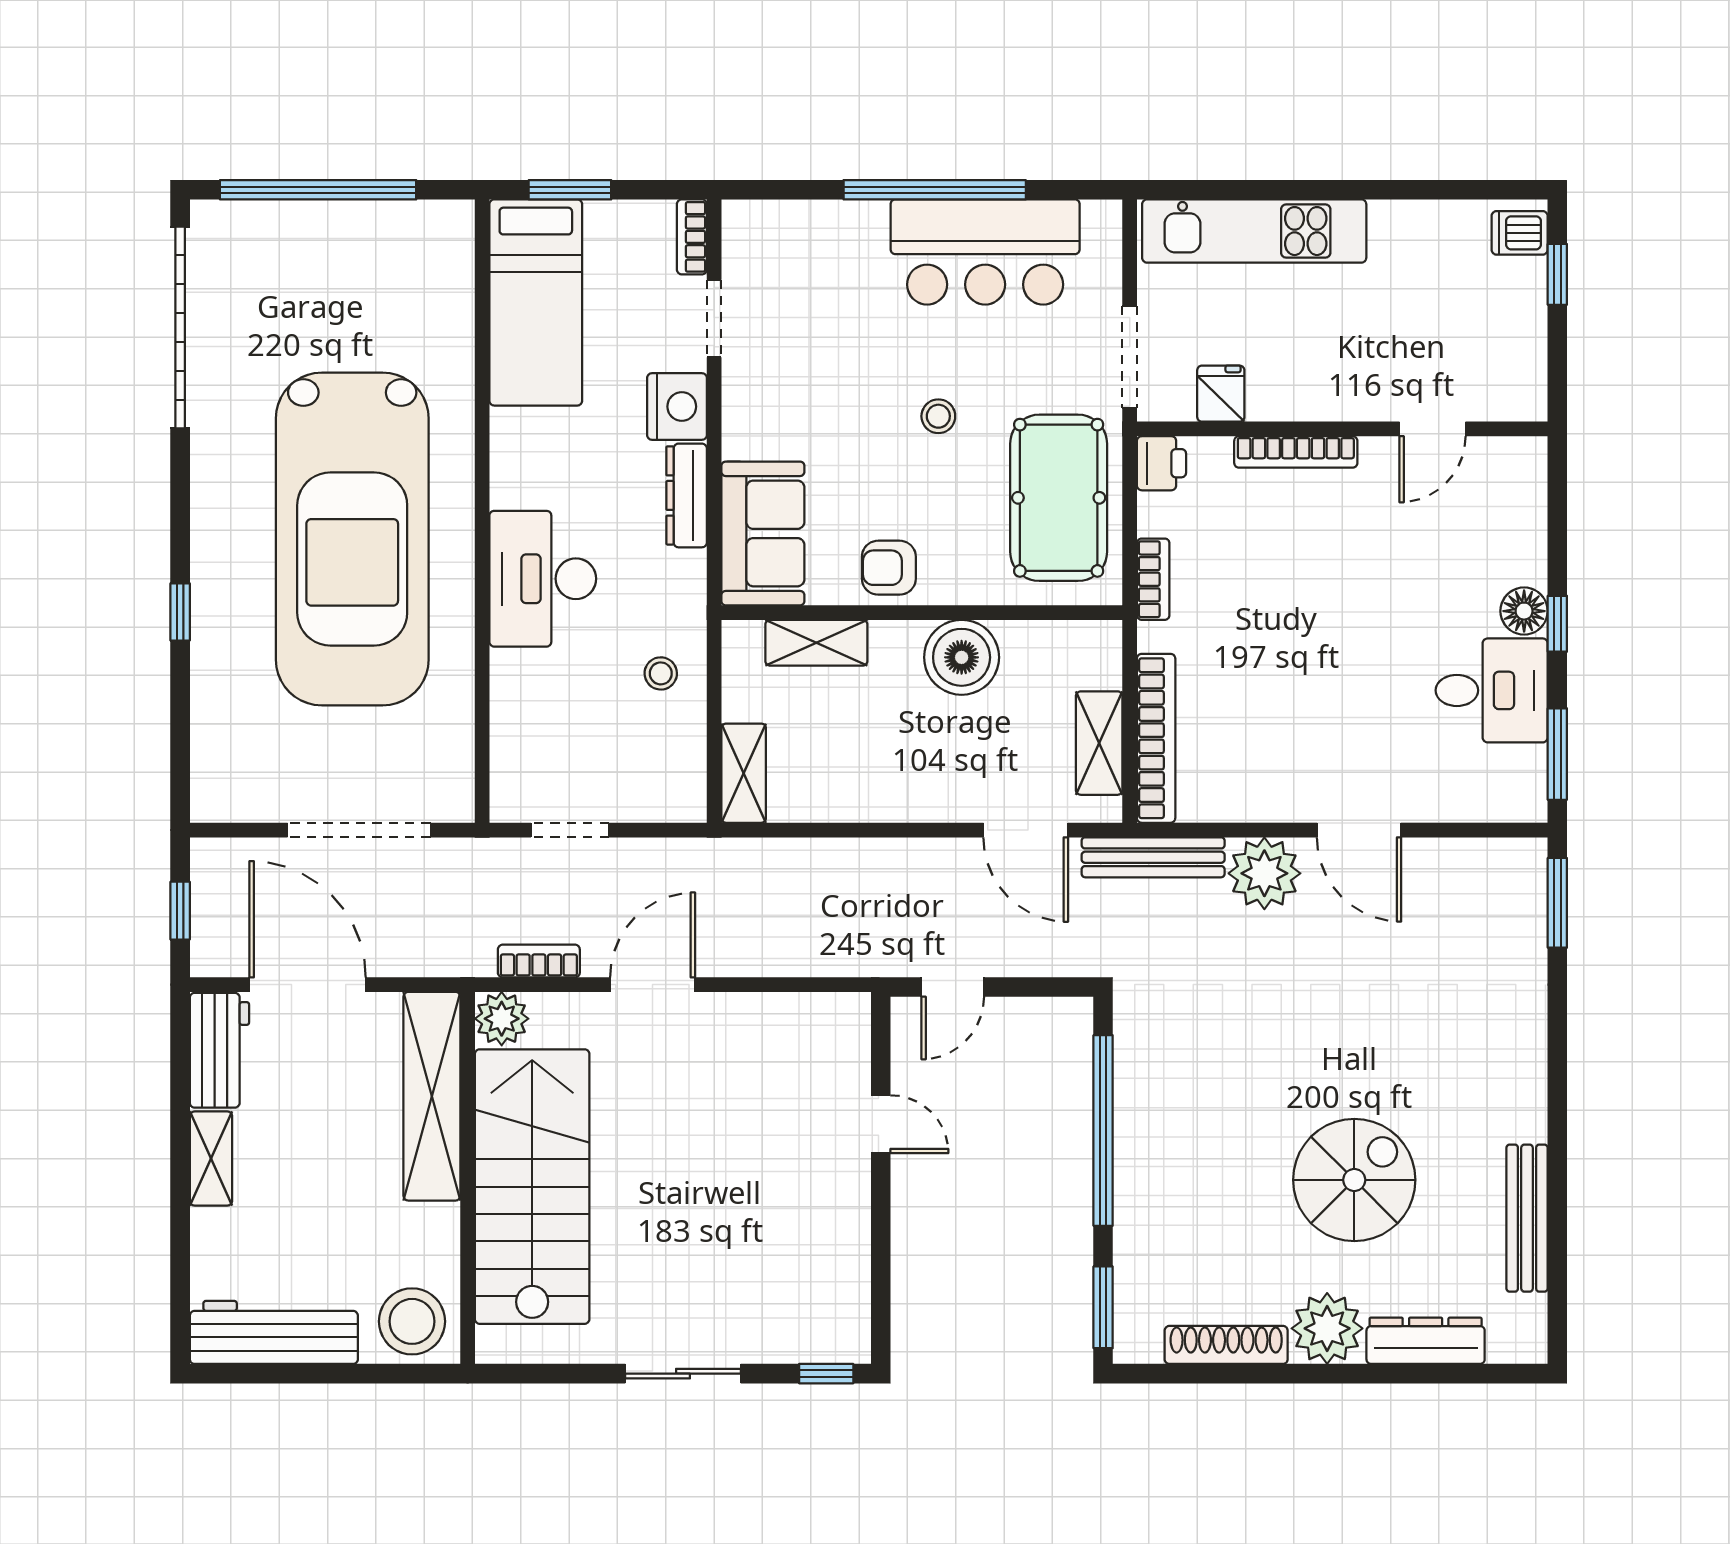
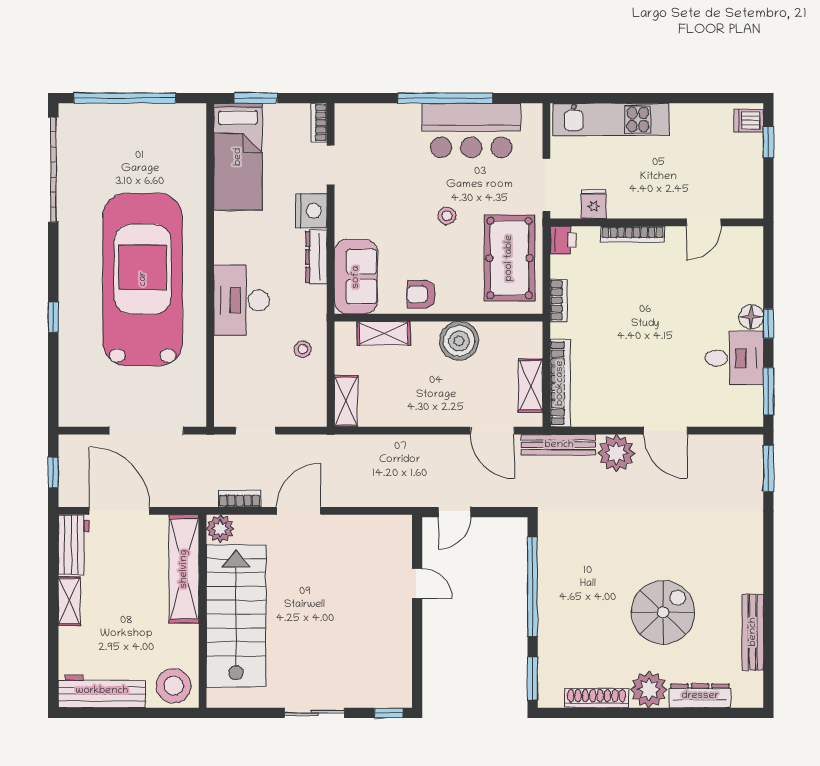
car: (352, 539) -> (143, 279), turned 180

